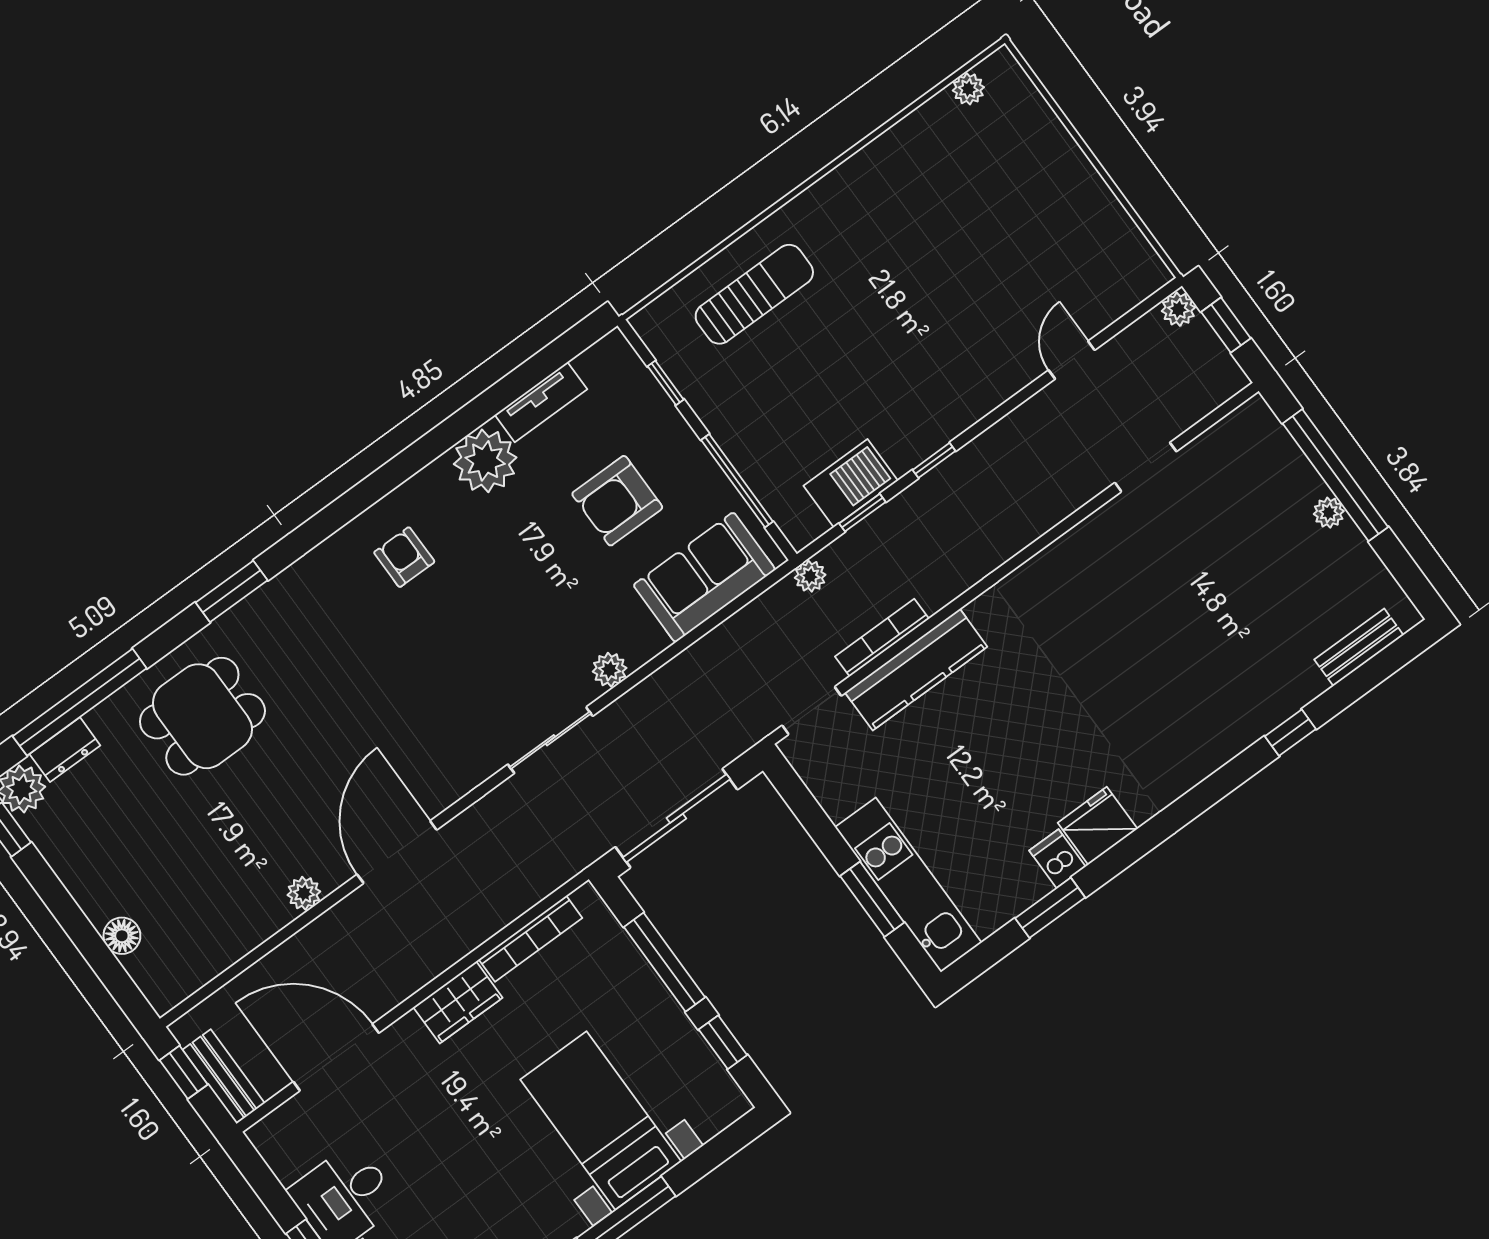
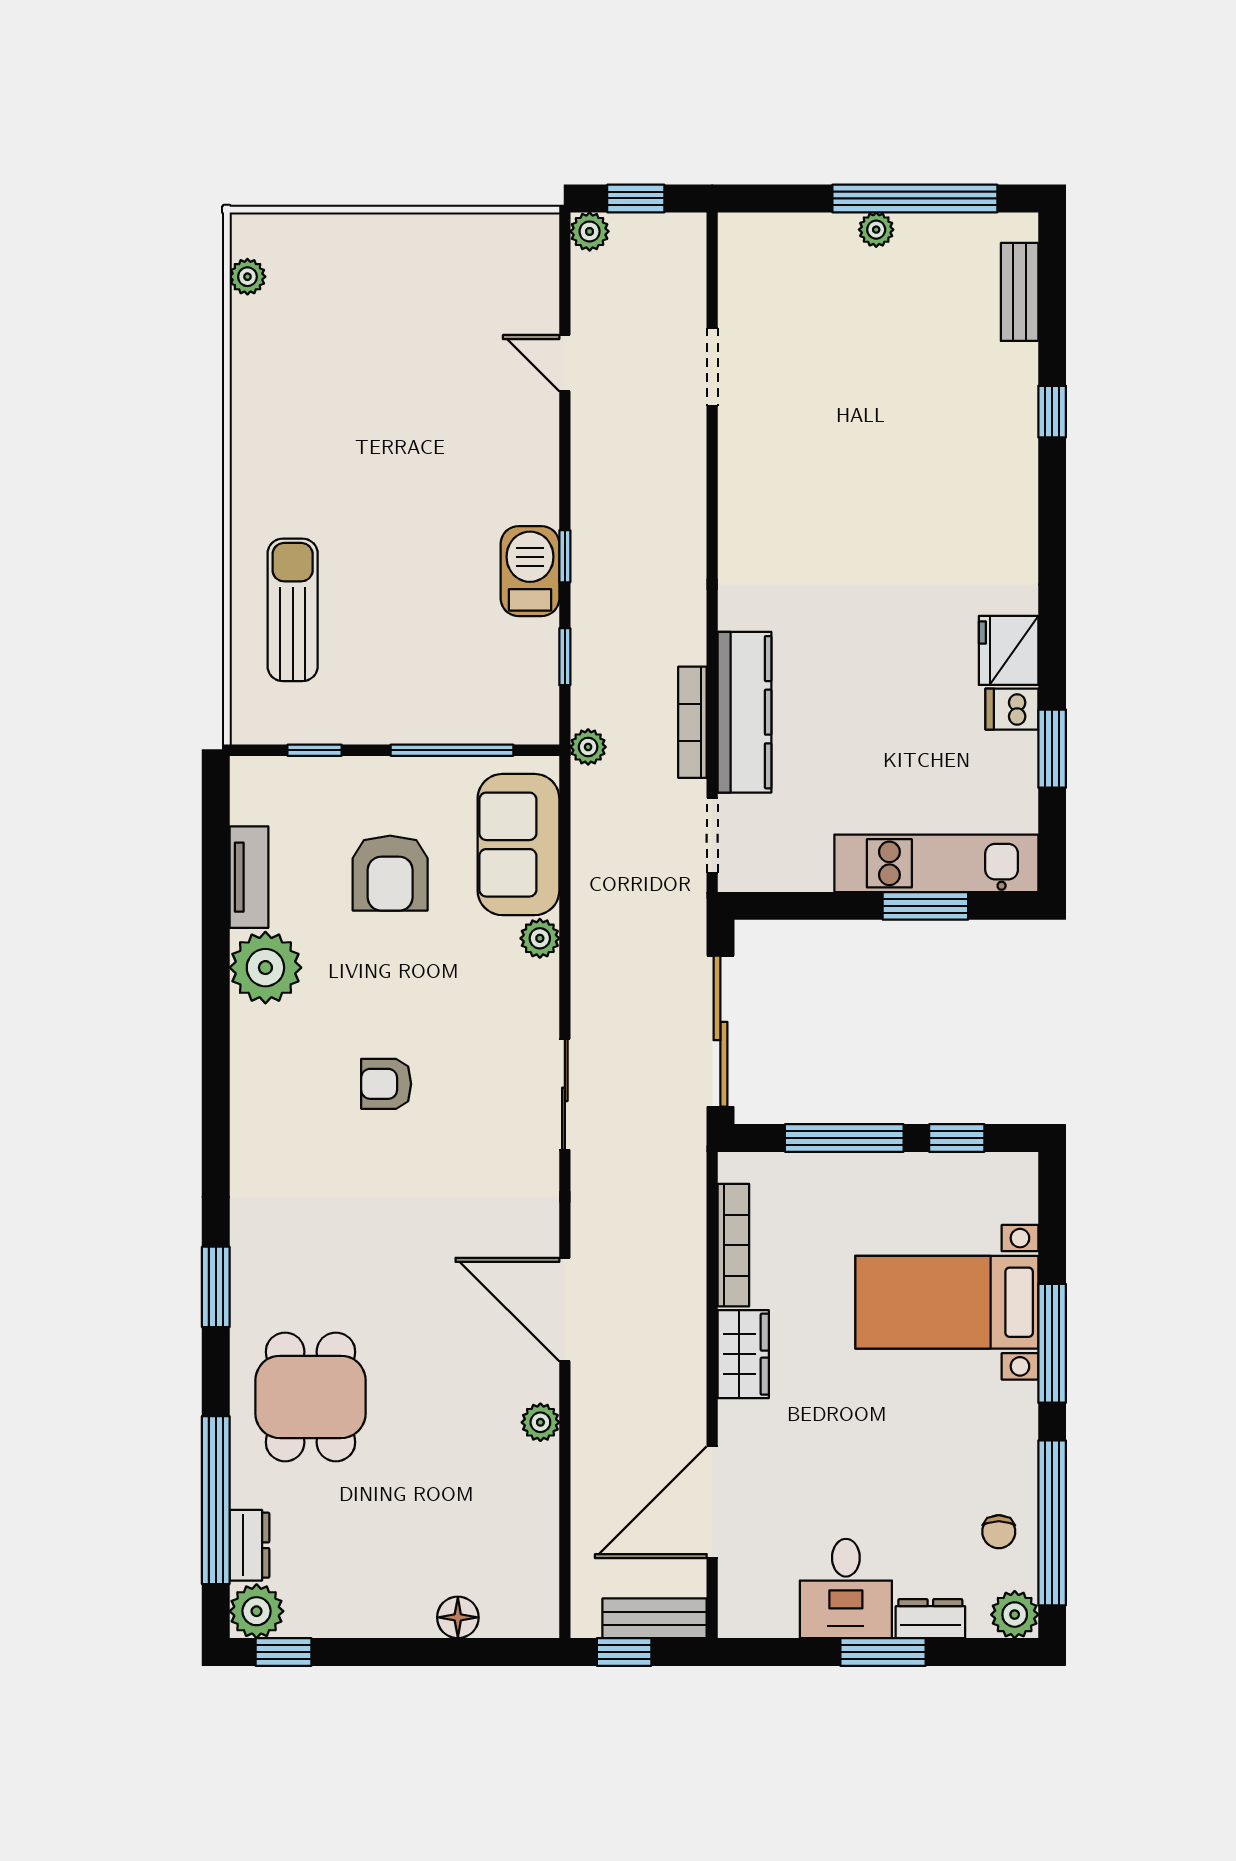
window: (1335, 475) -> (915, 198), moved
barbecue: (851, 483) -> (530, 571), moved
armchair: (404, 557) -> (386, 1084), moved
plant: (610, 670) -> (540, 938), moved

